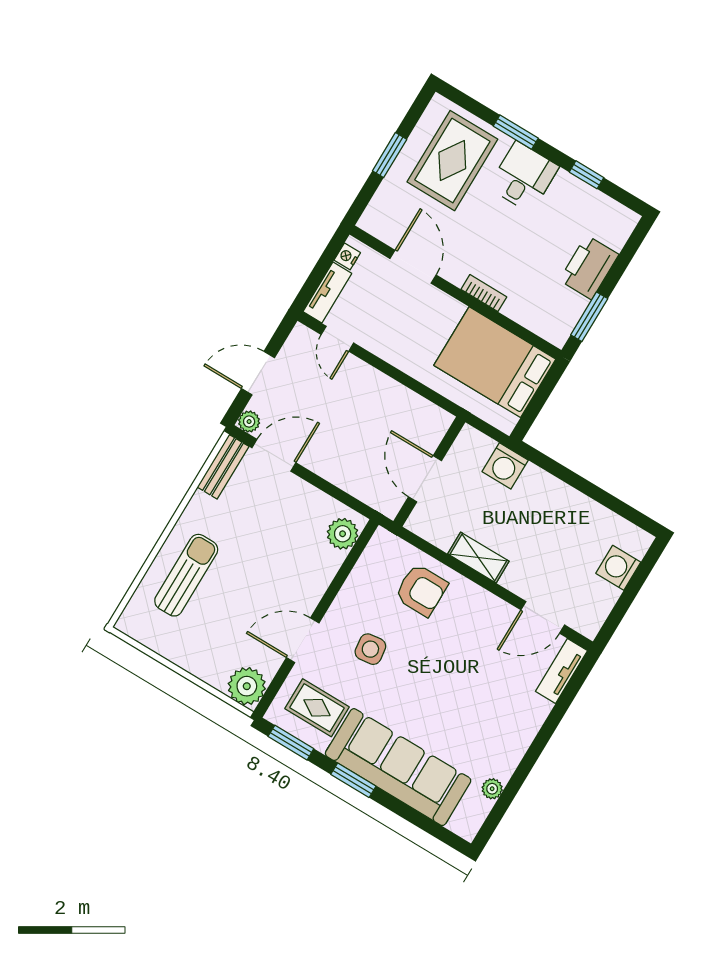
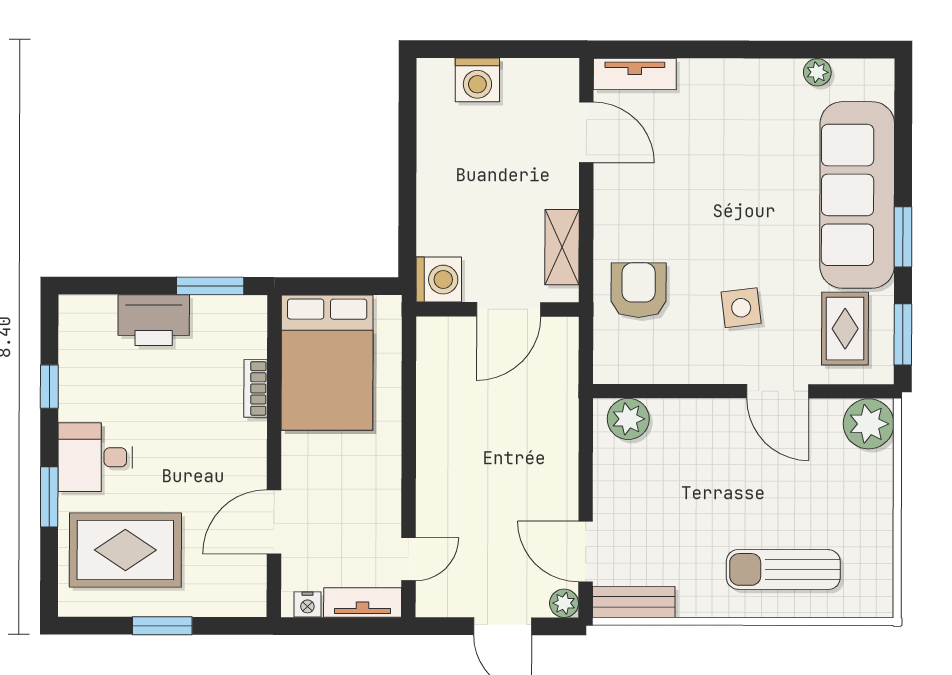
bookcase: (484, 293) -> (256, 388), moved
wall: (429, 472) -> (497, 309), moved
door: (425, 479) -> (509, 309), moved

